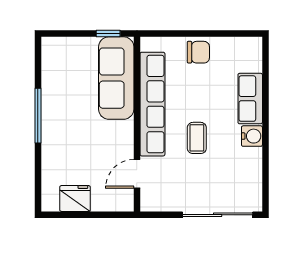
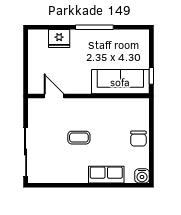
row of seats: (152, 104) -> (102, 107), removed
water cooler: (252, 136) -> (142, 176), moved
fridge: (75, 198) -> (59, 39), moved, turned 90

